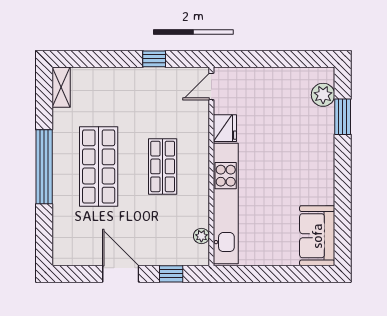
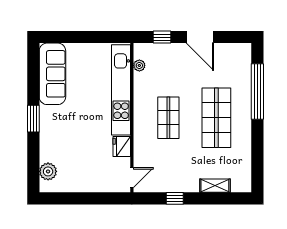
shelving: (61, 87) -> (215, 186), moved, turned 90
window: (343, 117) -> (33, 119), moved
window: (44, 167) -> (257, 92), moved
sofa: (317, 236) -> (52, 74), width x1.36

